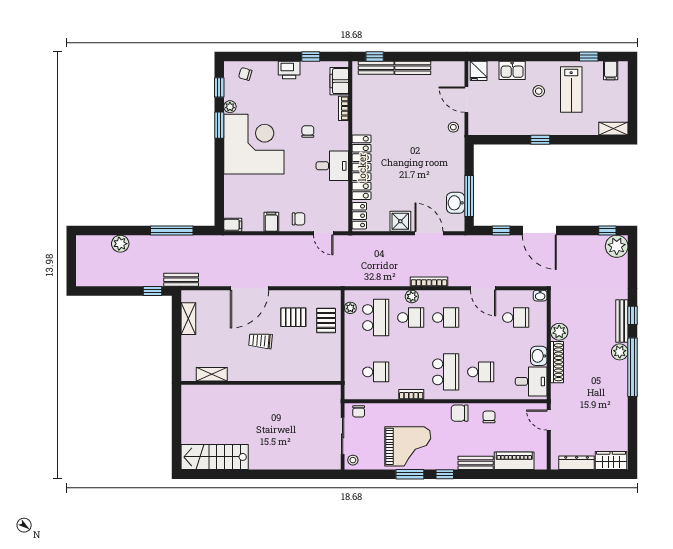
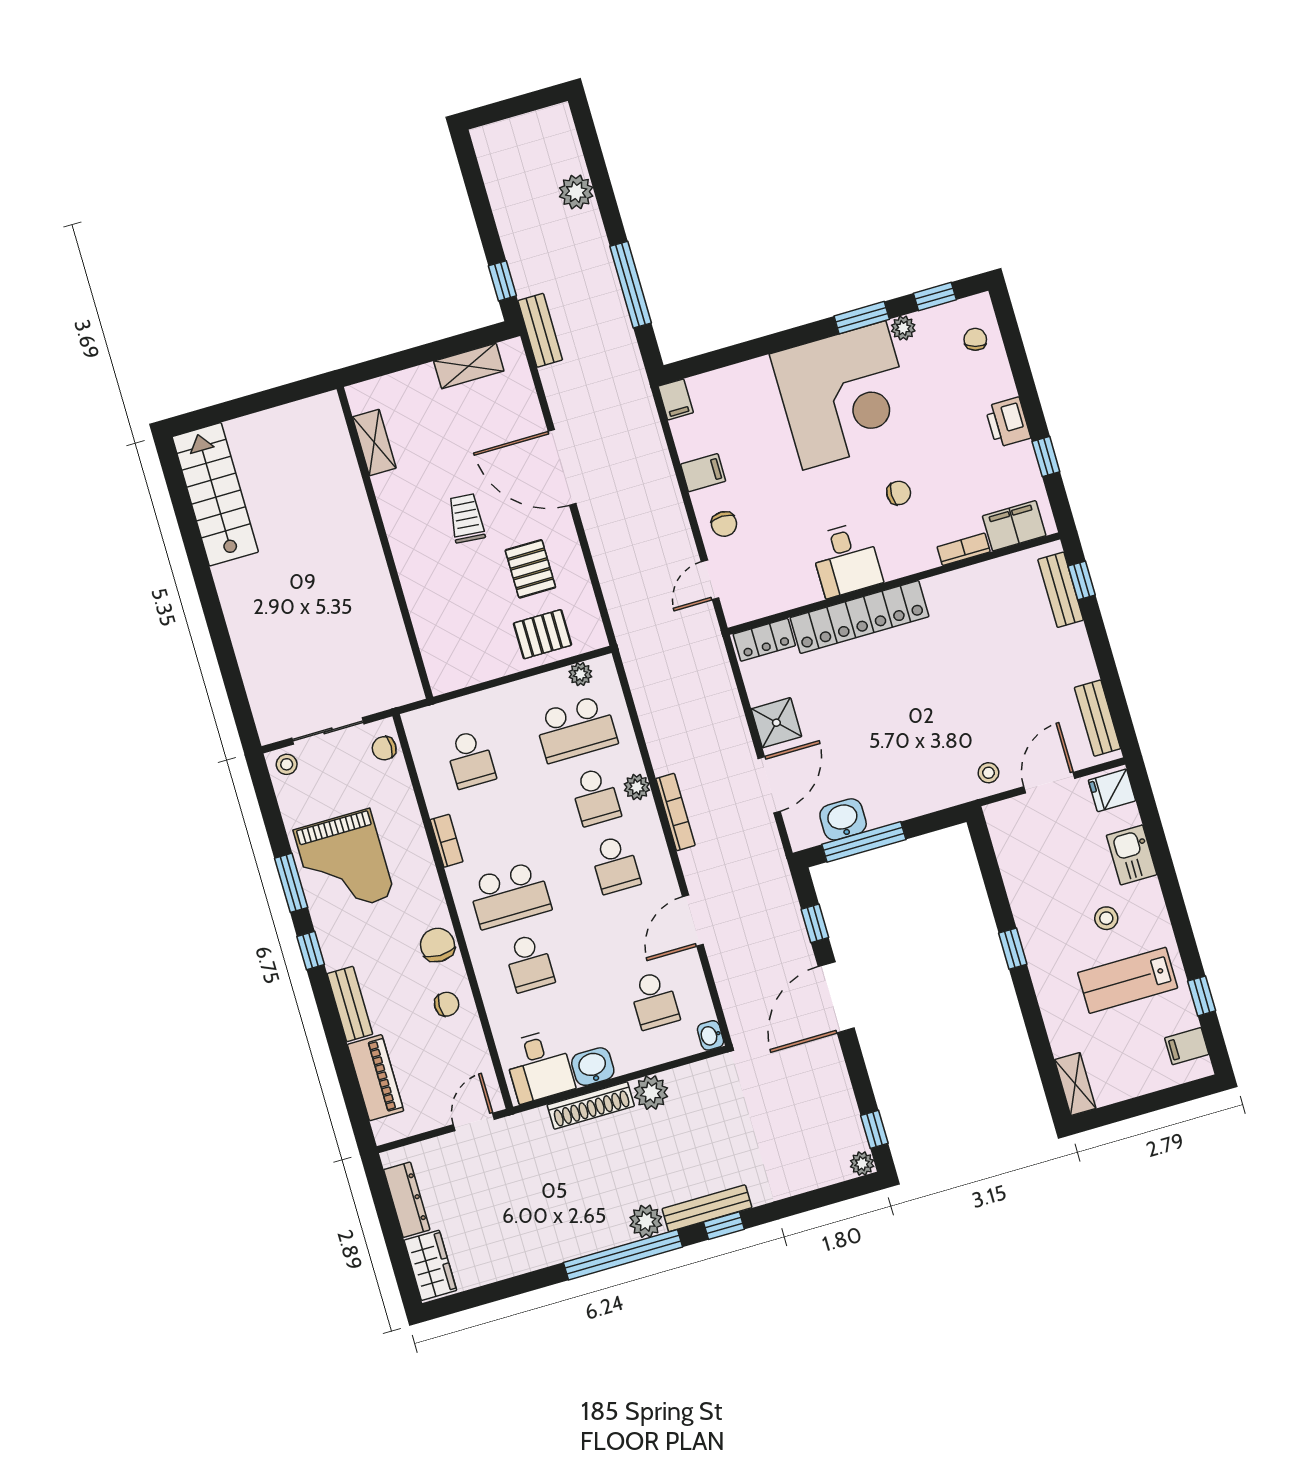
bench: (413, 68) -> (1097, 718), moved
plant: (617, 246) -> (862, 1164), width x0.53, depth x0.53

